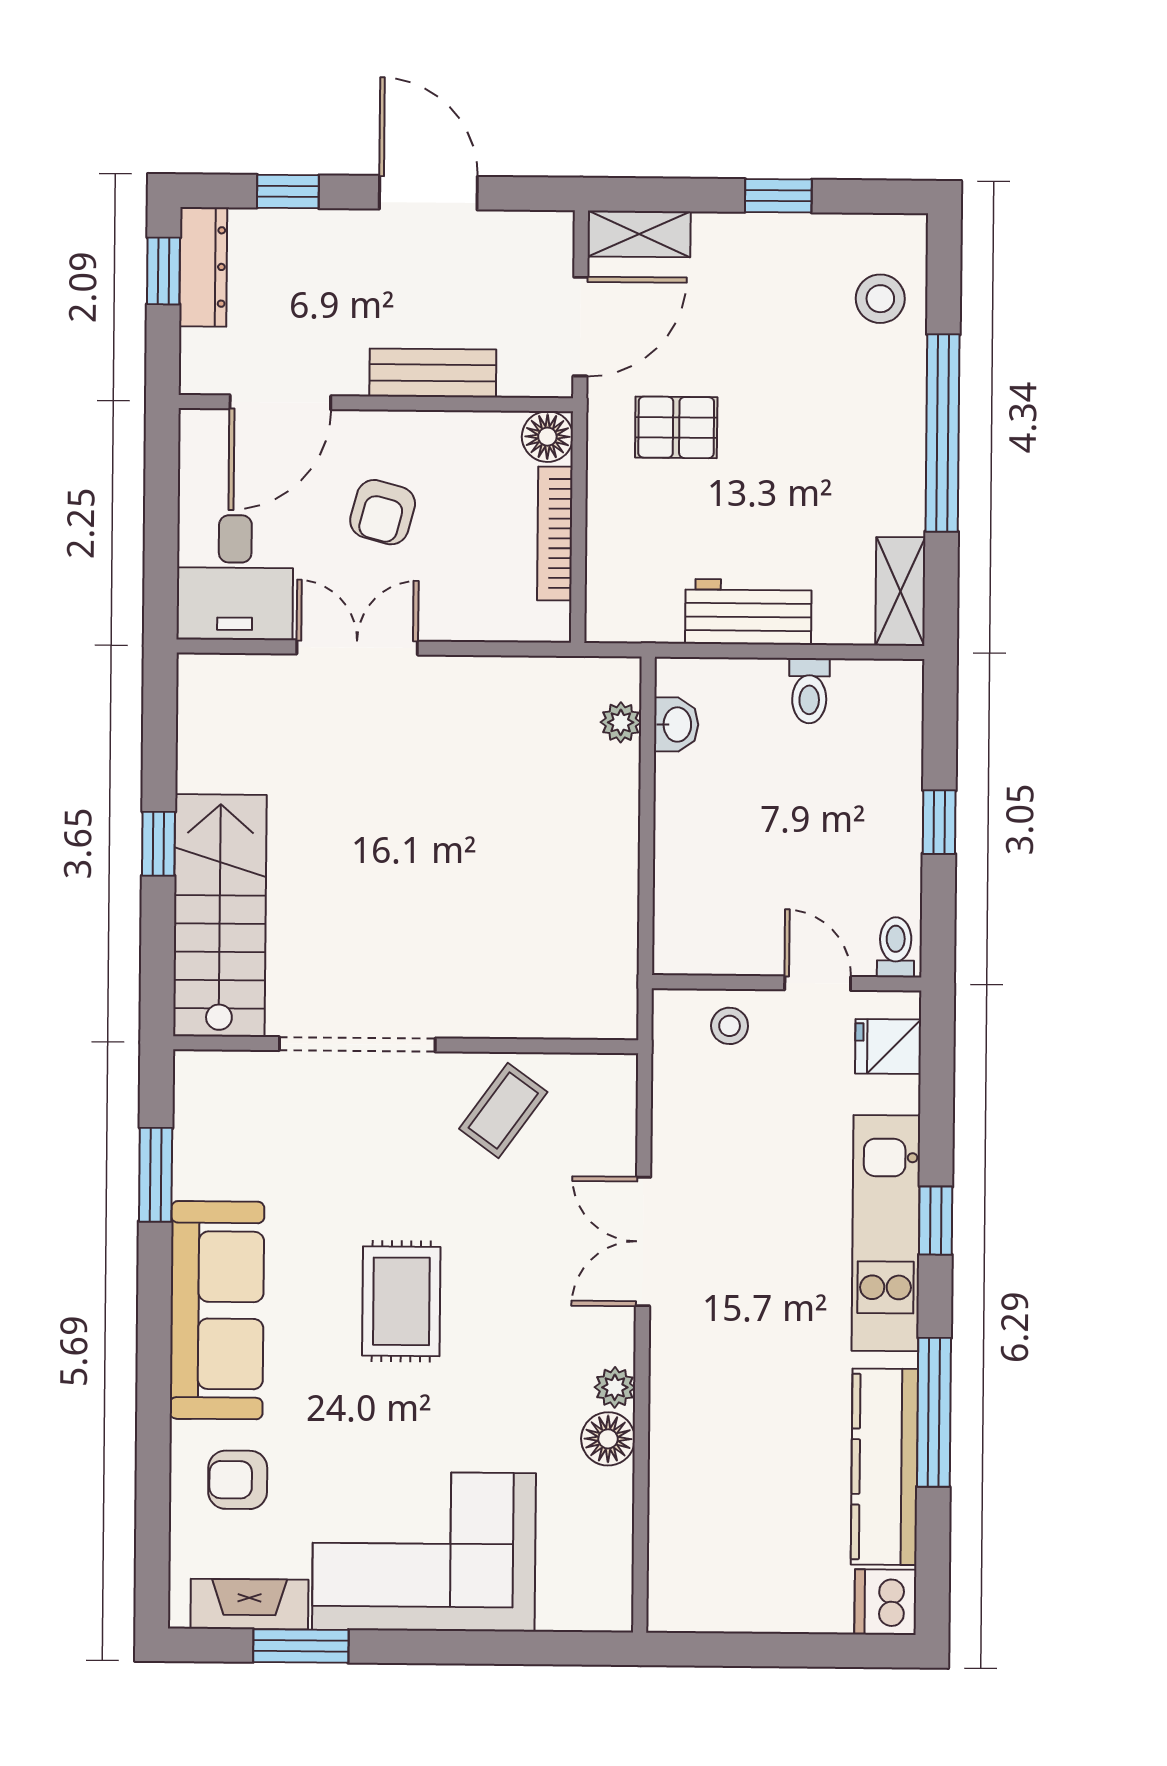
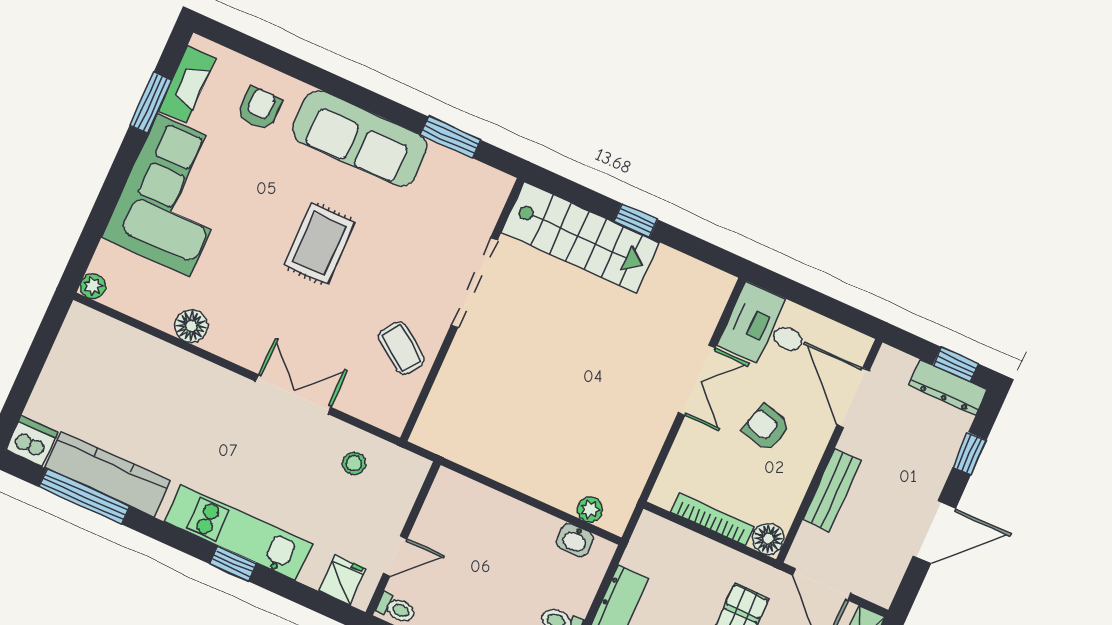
stool: (730, 1026) -> (354, 463), moved
rug: (401, 1301) -> (319, 244), turned 90
plant: (615, 1387) -> (93, 286), moved
window: (934, 1412) -> (84, 497), moved

